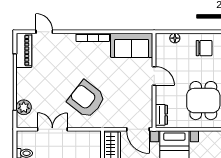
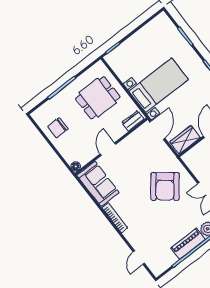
floor lamp: (175, 38) -> (76, 166), moved
chair: (204, 48) -> (58, 128), turned -90
piano: (24, 50) -> (188, 244), moved

